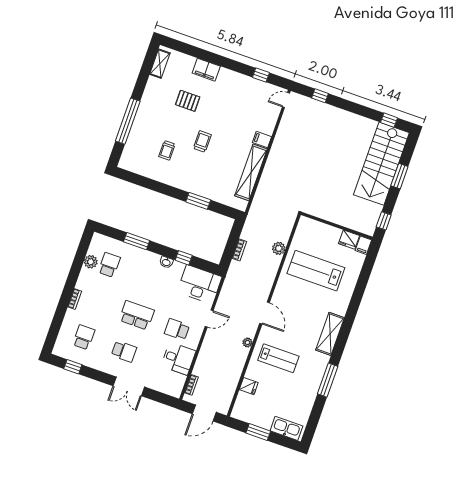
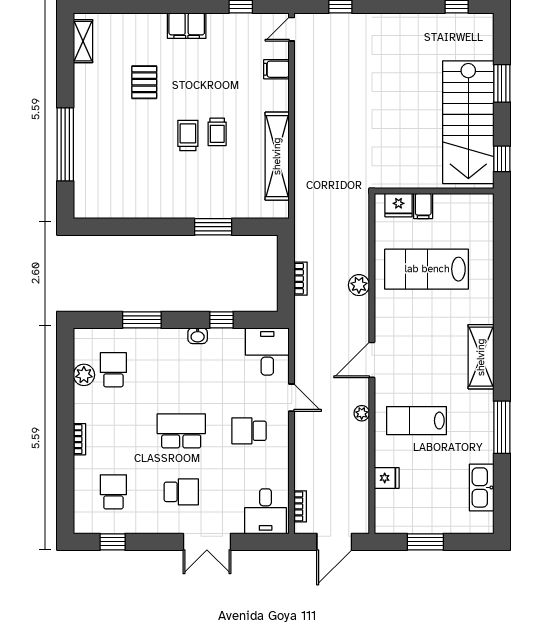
filing cabinet: (206, 70) -> (187, 26), moved
pallet: (188, 101) -> (144, 82), turned 90
filing cabinet: (262, 140) -> (276, 69), moved
trolley: (167, 150) -> (217, 132), moved
stairs: (381, 164) -> (468, 122), moved
fridge: (349, 240) -> (399, 205), moved
filing cabinet: (363, 245) -> (423, 206), moved
plant: (279, 248) -> (359, 285), moved
desk: (199, 284) -> (267, 351), width x0.73
door: (265, 313) -> (372, 360), swing flipped
door: (209, 319) -> (292, 398), hinge flipped
lab bench: (278, 358) -> (417, 421), turned 180
desk: (178, 359) -> (266, 511), moved, turned 90
kitchen sink: (286, 428) -> (482, 487), moved, turned -90

